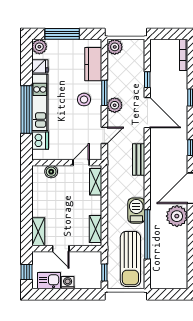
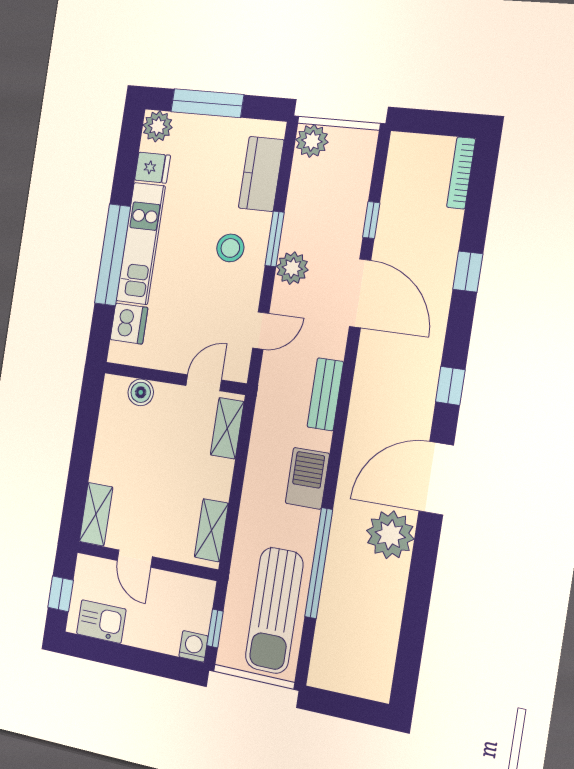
barbecue: (136, 211) -> (307, 478), moved
washing machine: (68, 283) -> (193, 646), moved

